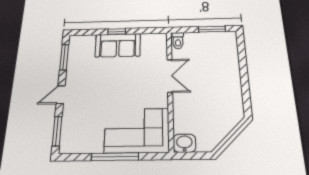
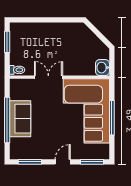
window: (117, 32) -> (7, 120), width x3.17
door: (61, 95) -> (63, 162), swing flipped
corner sofa: (137, 130) -> (86, 111), width x1.36, depth x1.36

